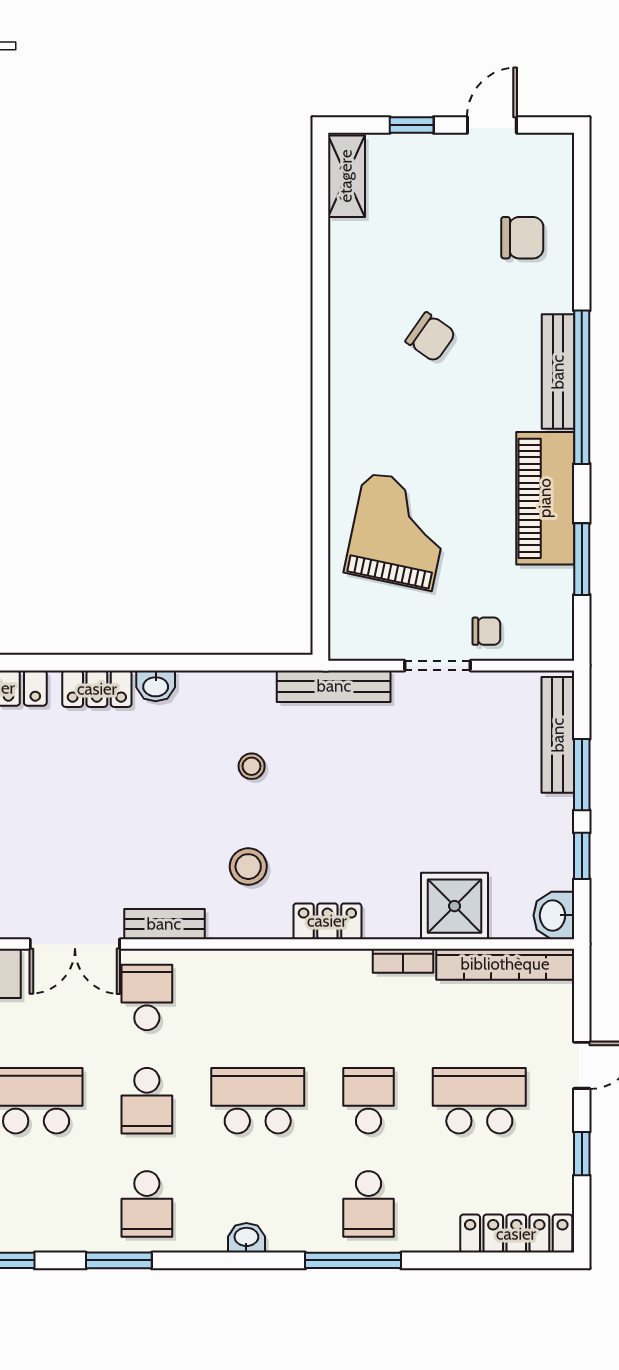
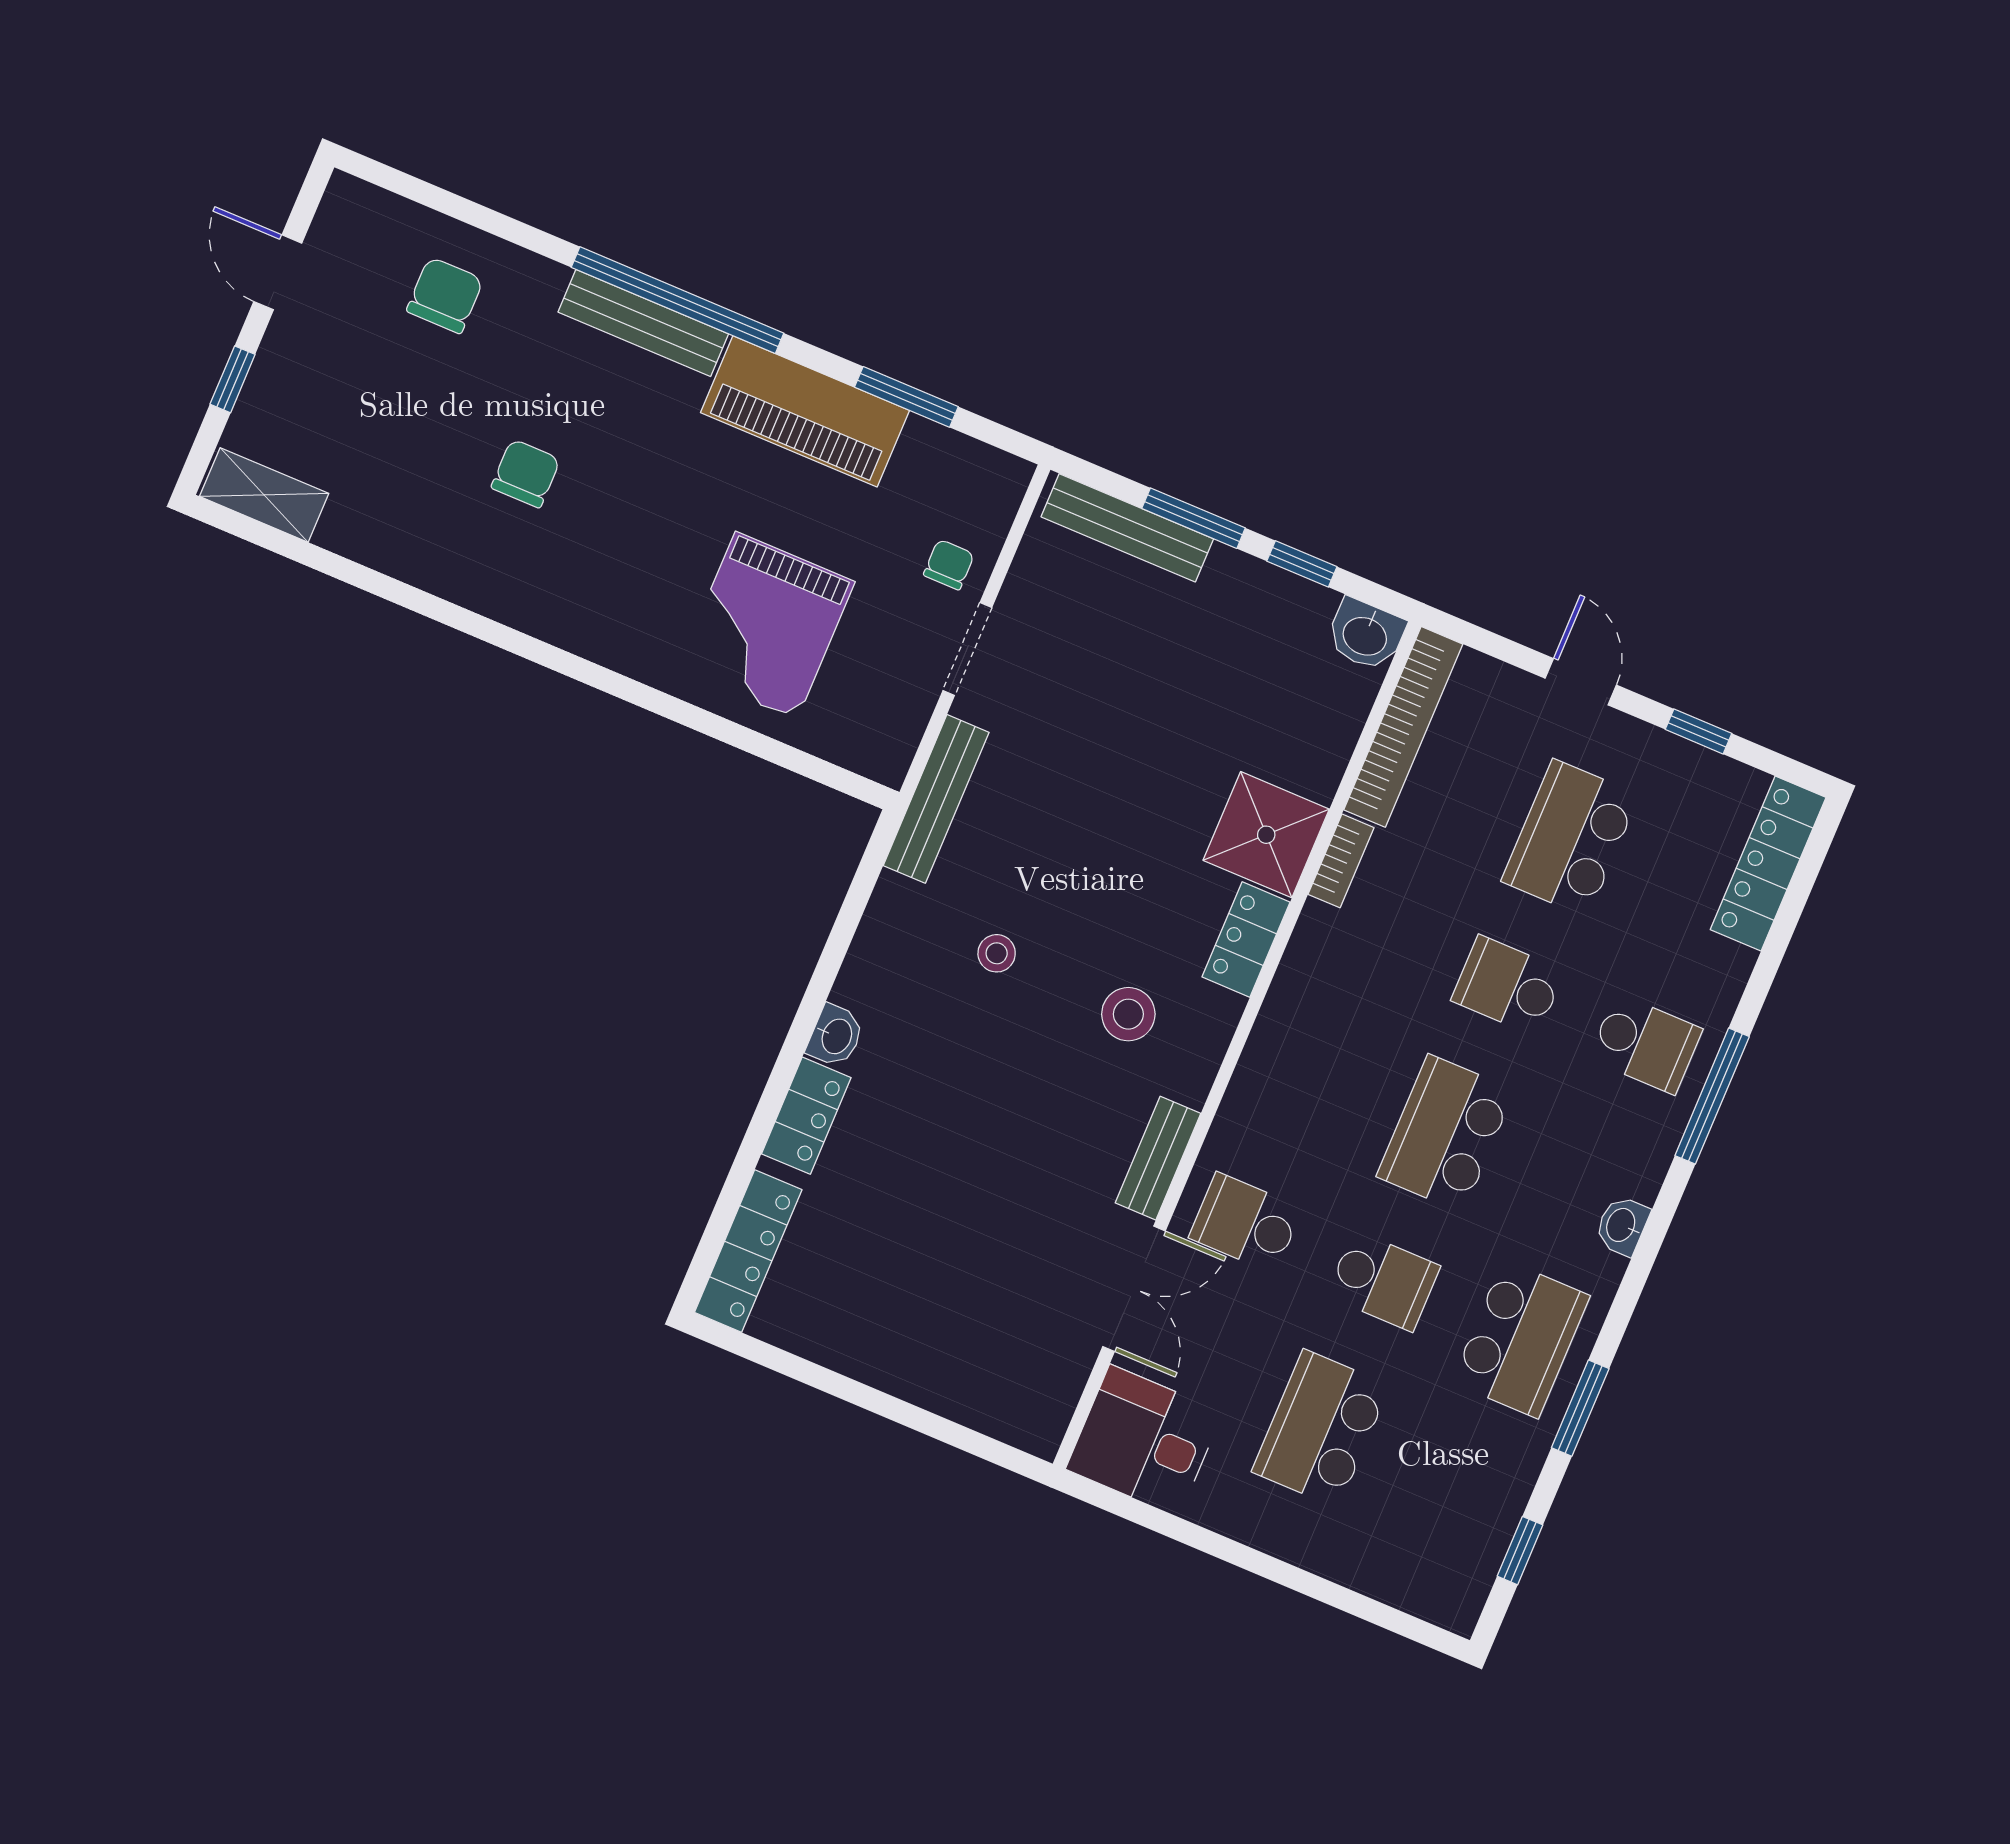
chair: (431, 337) -> (526, 473), turned -35
grand piano: (398, 531) -> (766, 626), turned -102
shower: (455, 906) -> (1266, 835), moved
school desk: (147, 1204) -> (1521, 1339), width x1.85

